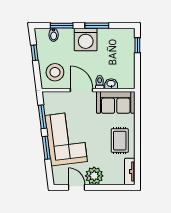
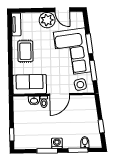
washing machine: (86, 40) -> (57, 143), width x0.53, depth x0.53
stool: (55, 72) -> (83, 110), removed
door: (82, 90) -> (60, 94), hinge flipped
side table: (57, 101) -> (80, 85), added

